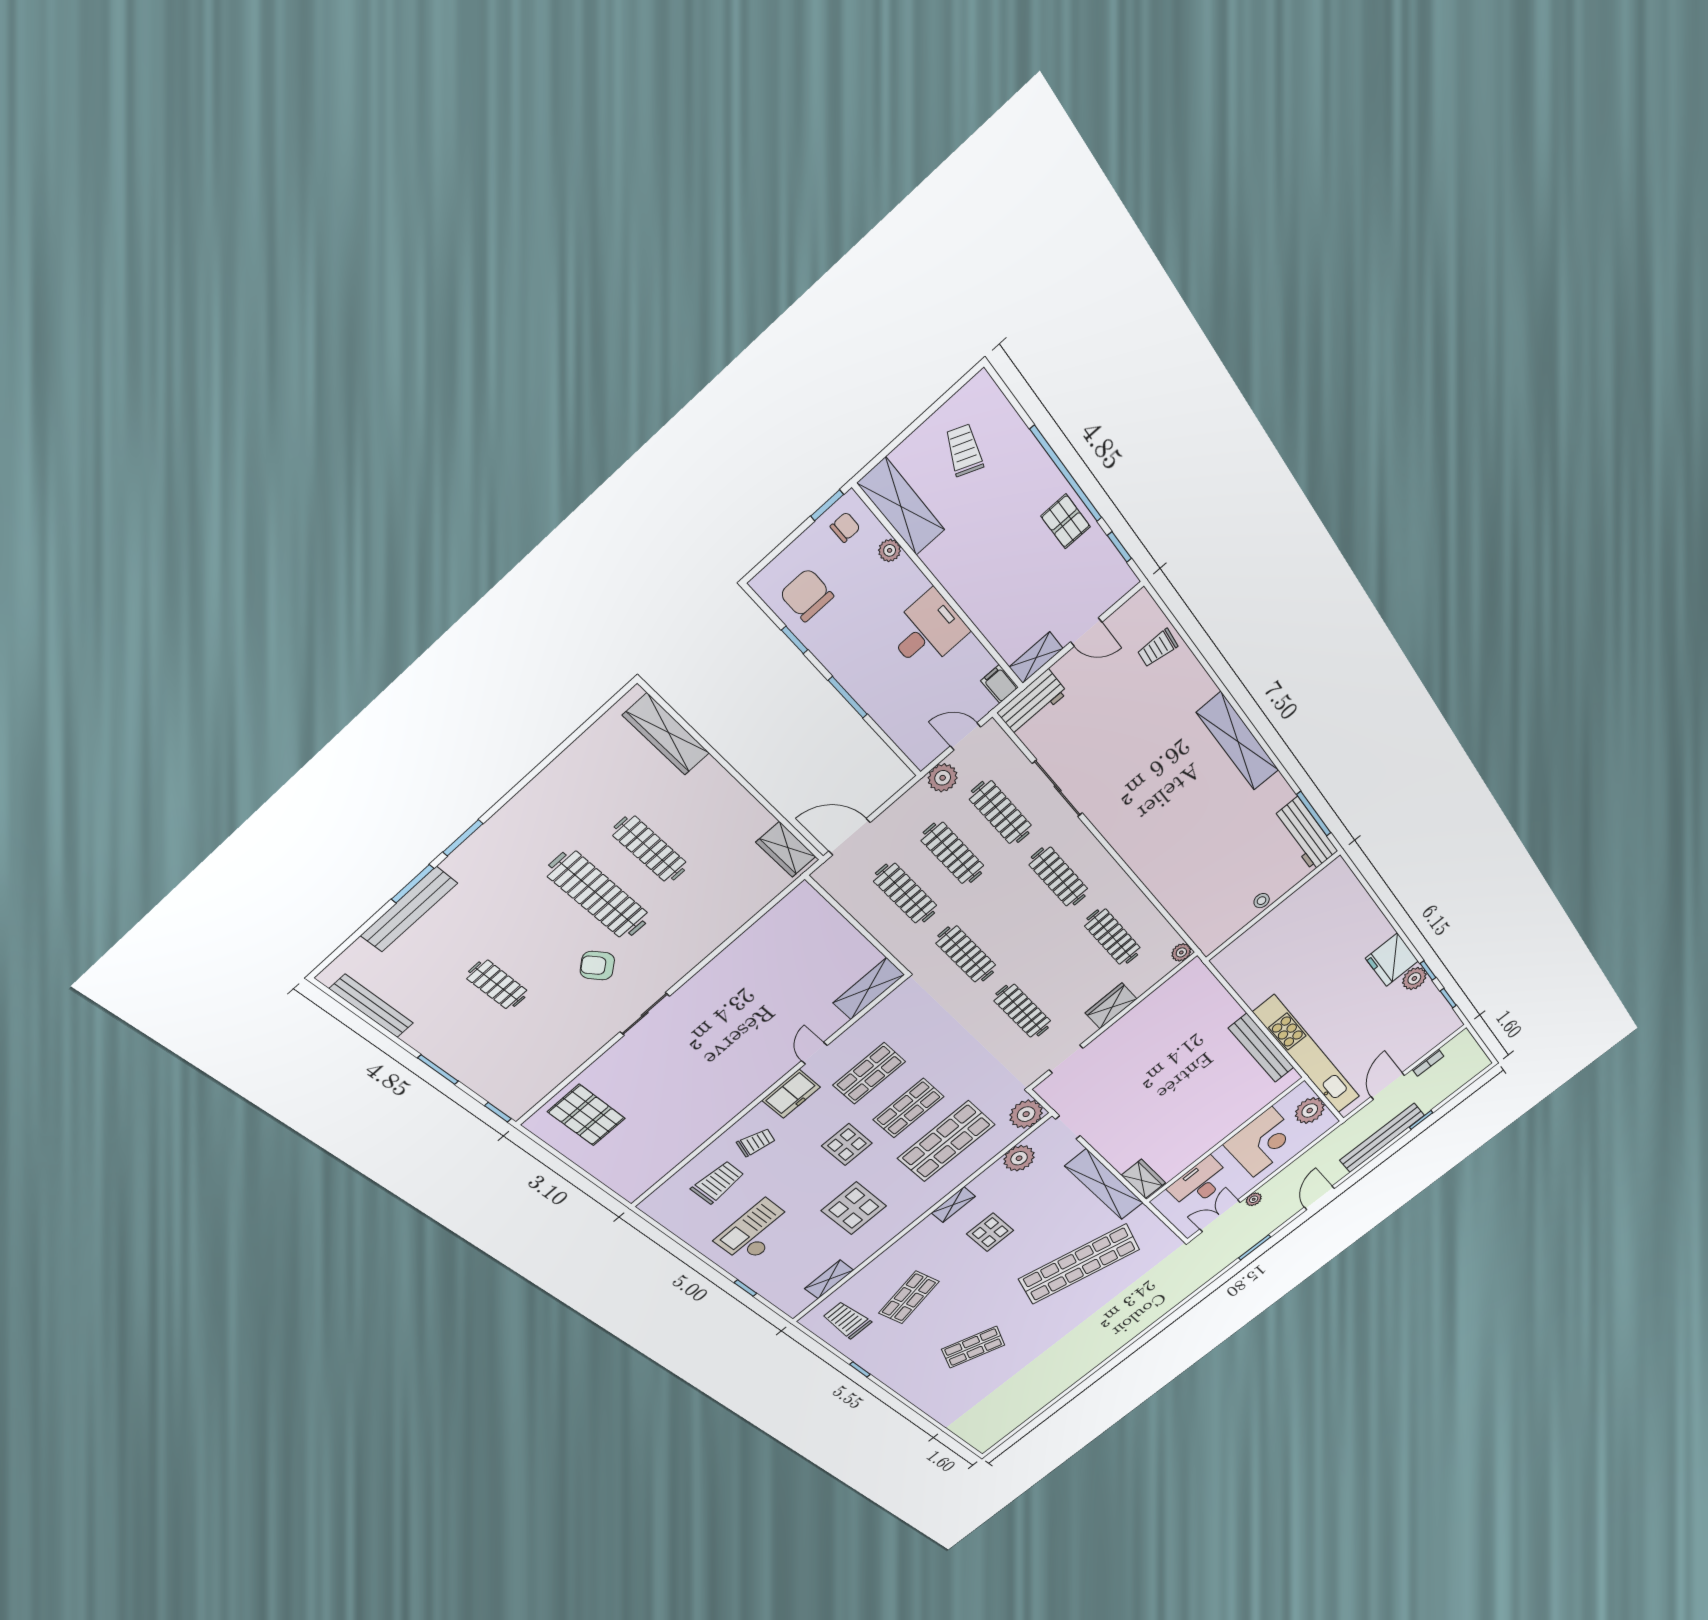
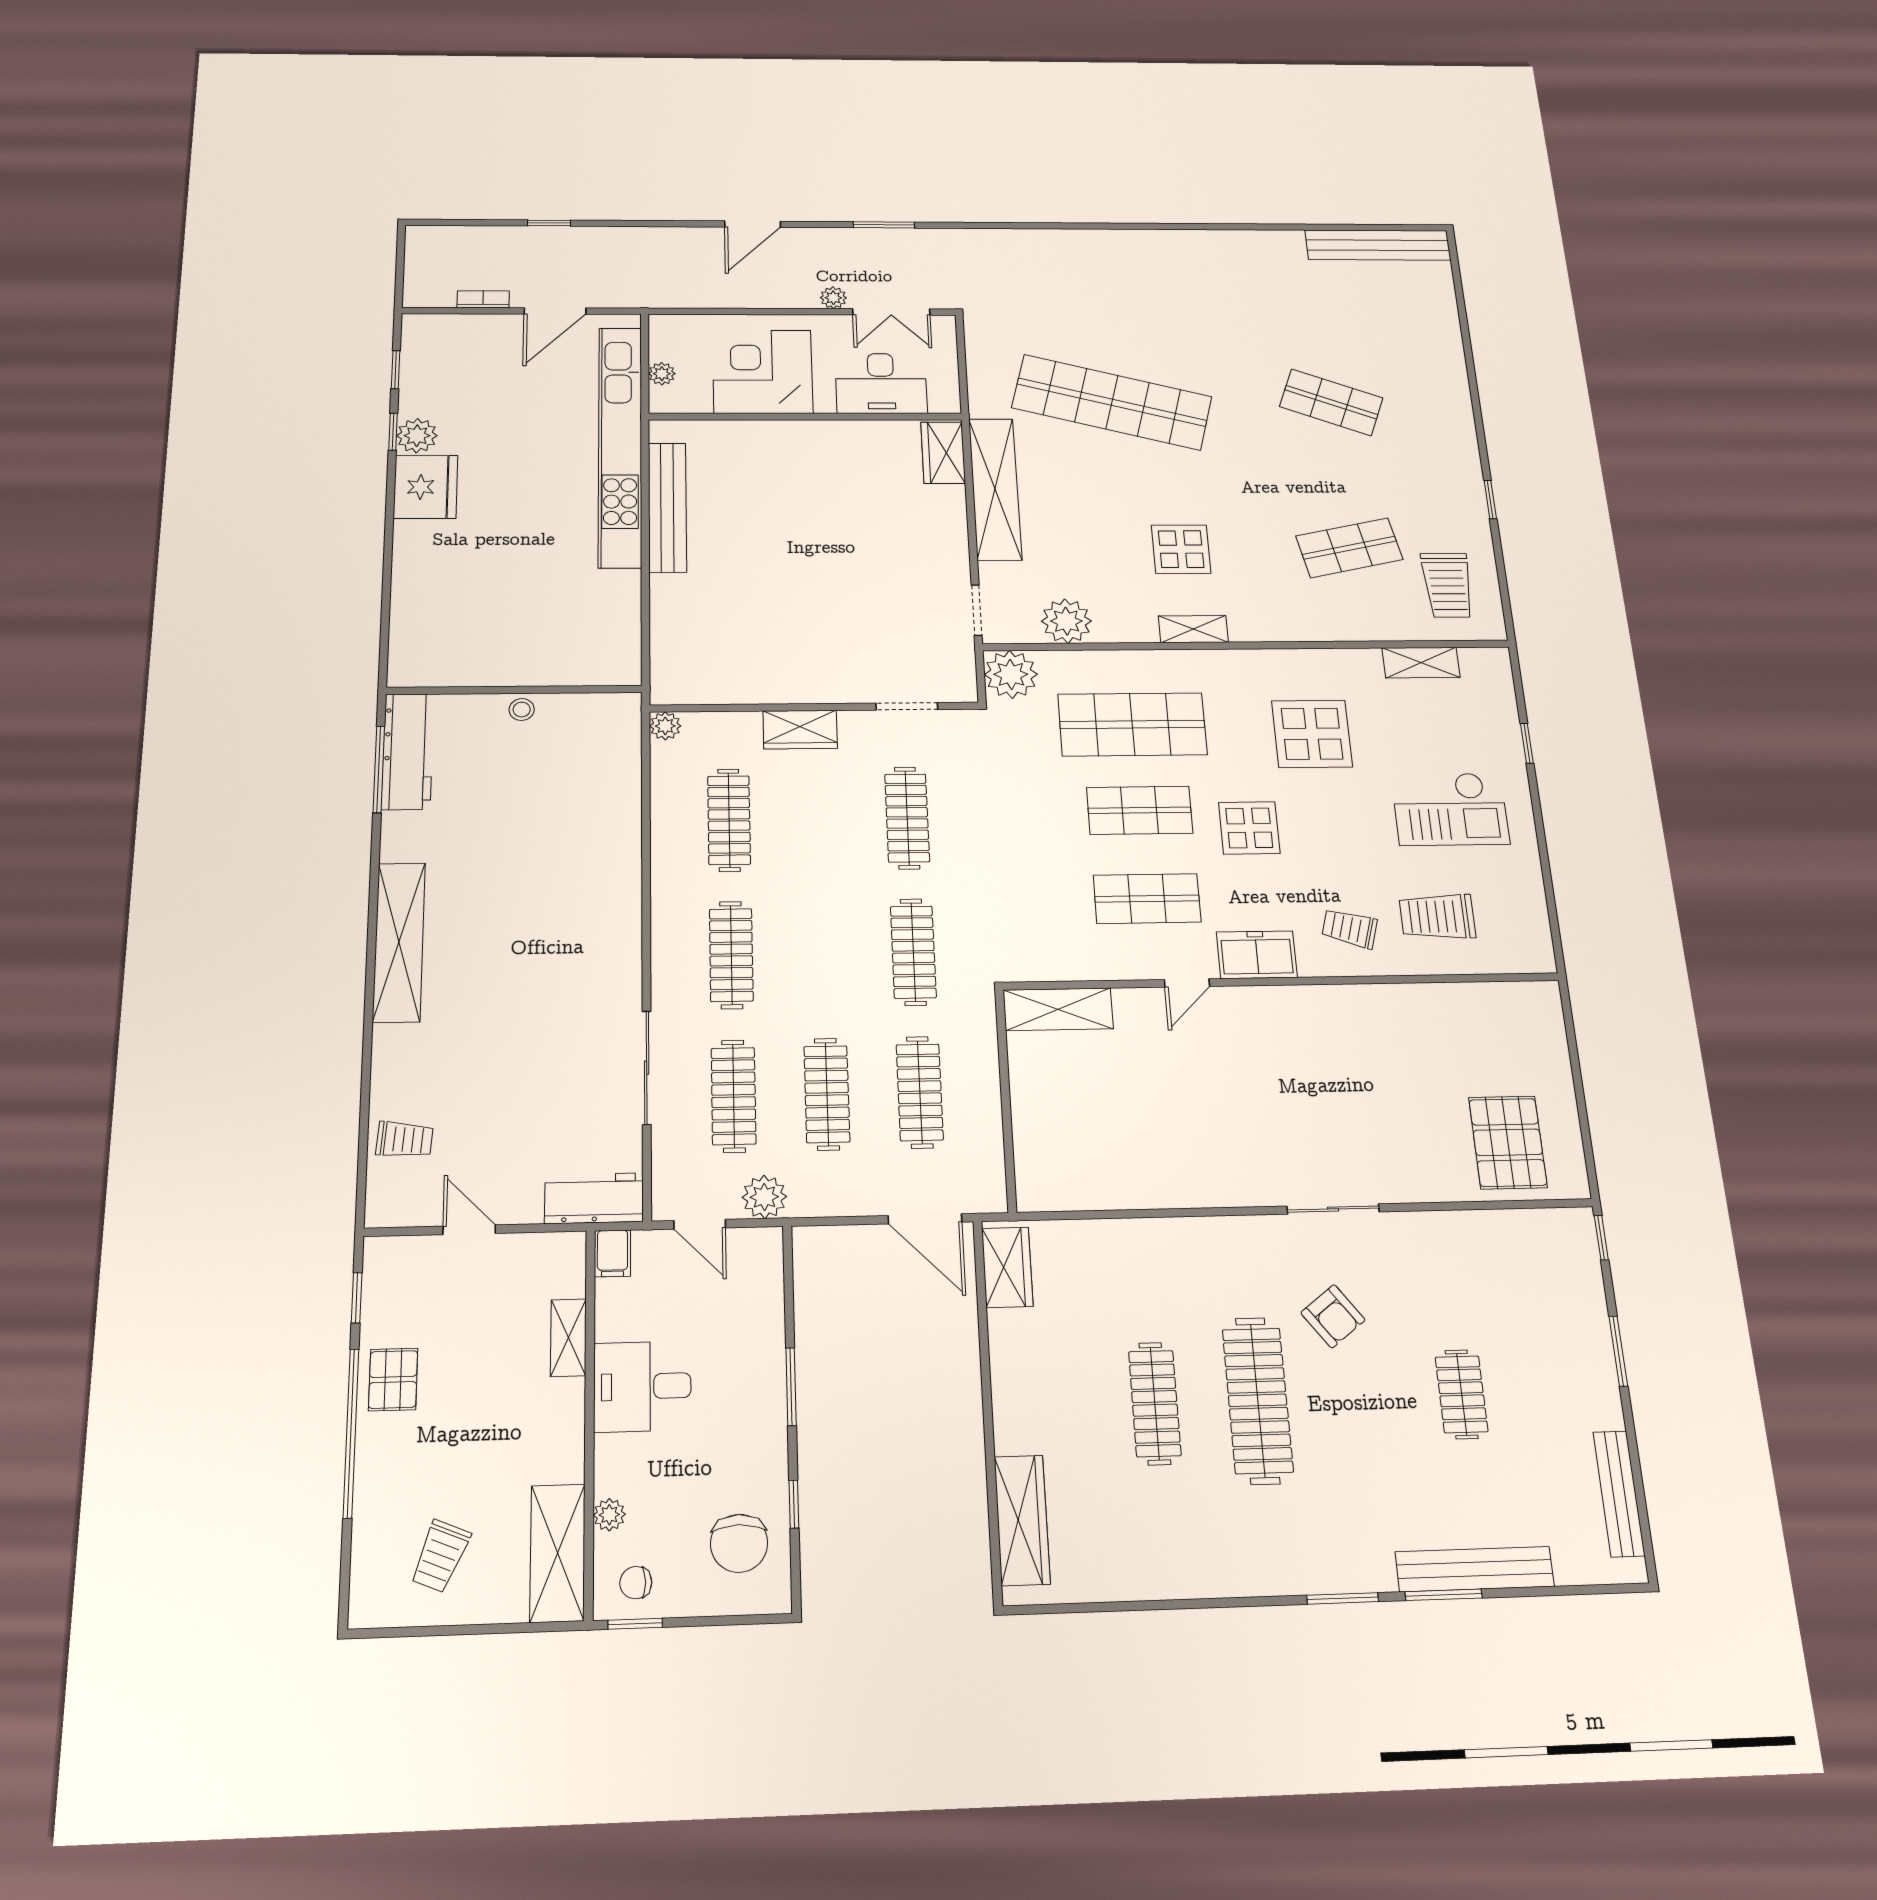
shelving: (1036, 658) -> (568, 1338), moved, turned 90
plant: (1310, 1111) -> (662, 374), width x0.53, depth x0.53
bench: (1382, 1138) -> (1378, 245), moved

